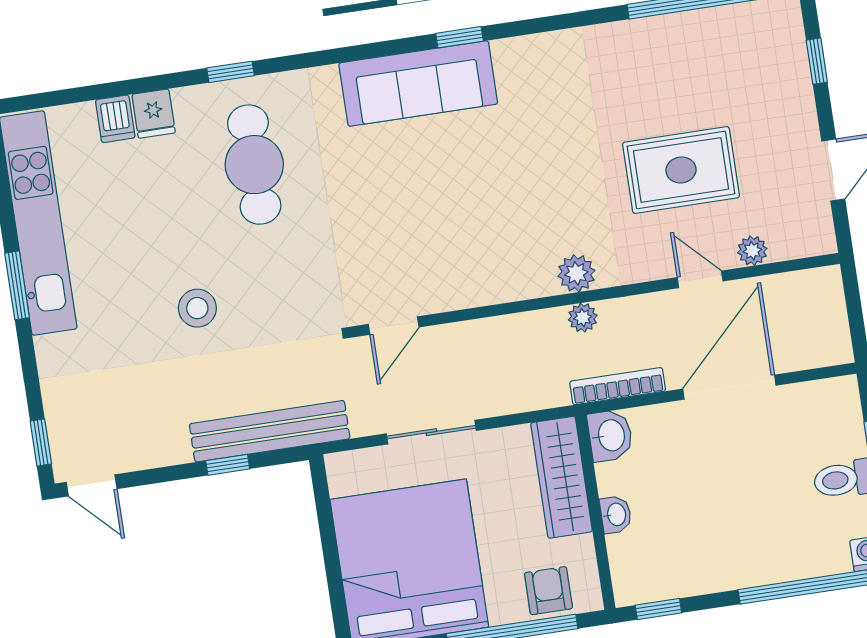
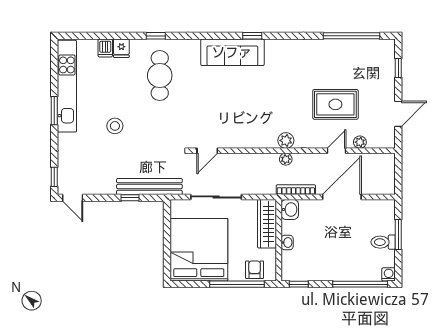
door: (700, 279) -> (337, 151), hinge flipped
stool: (197, 308) -> (115, 126), moved
sliding door: (431, 432) -> (216, 197), width x1.37

